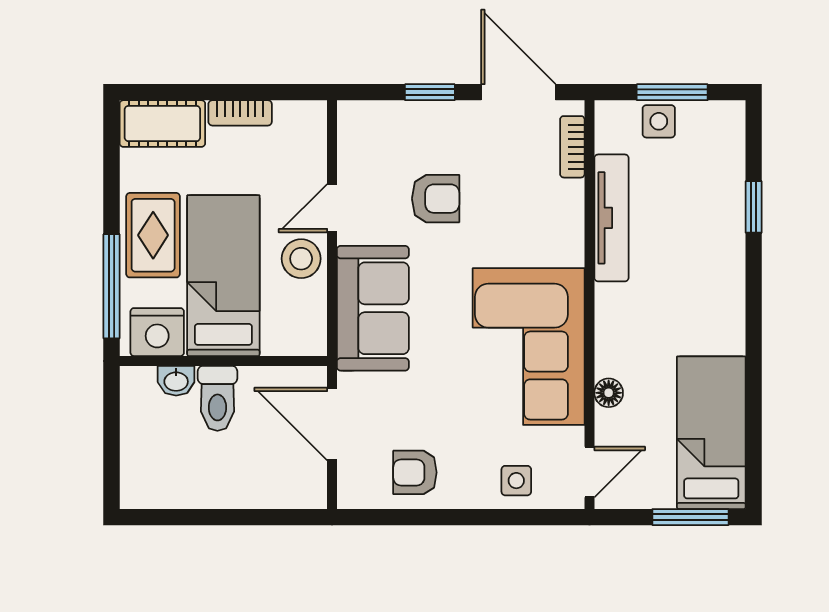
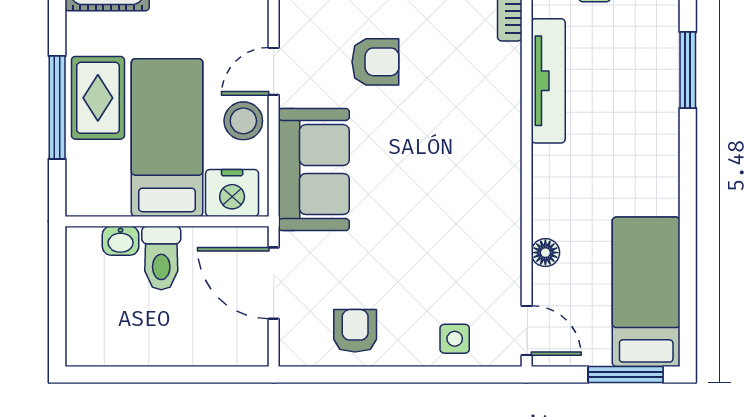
window: (754, 207) -> (688, 70), width x1.50
window: (111, 286) -> (57, 107), moved
nightstand: (157, 332) -> (232, 193), moved
corner sofa: (529, 346) -> (467, 207), removed
armchair: (415, 472) -> (355, 331), turned 90
door: (589, 472) -> (527, 330), hinge flipped

